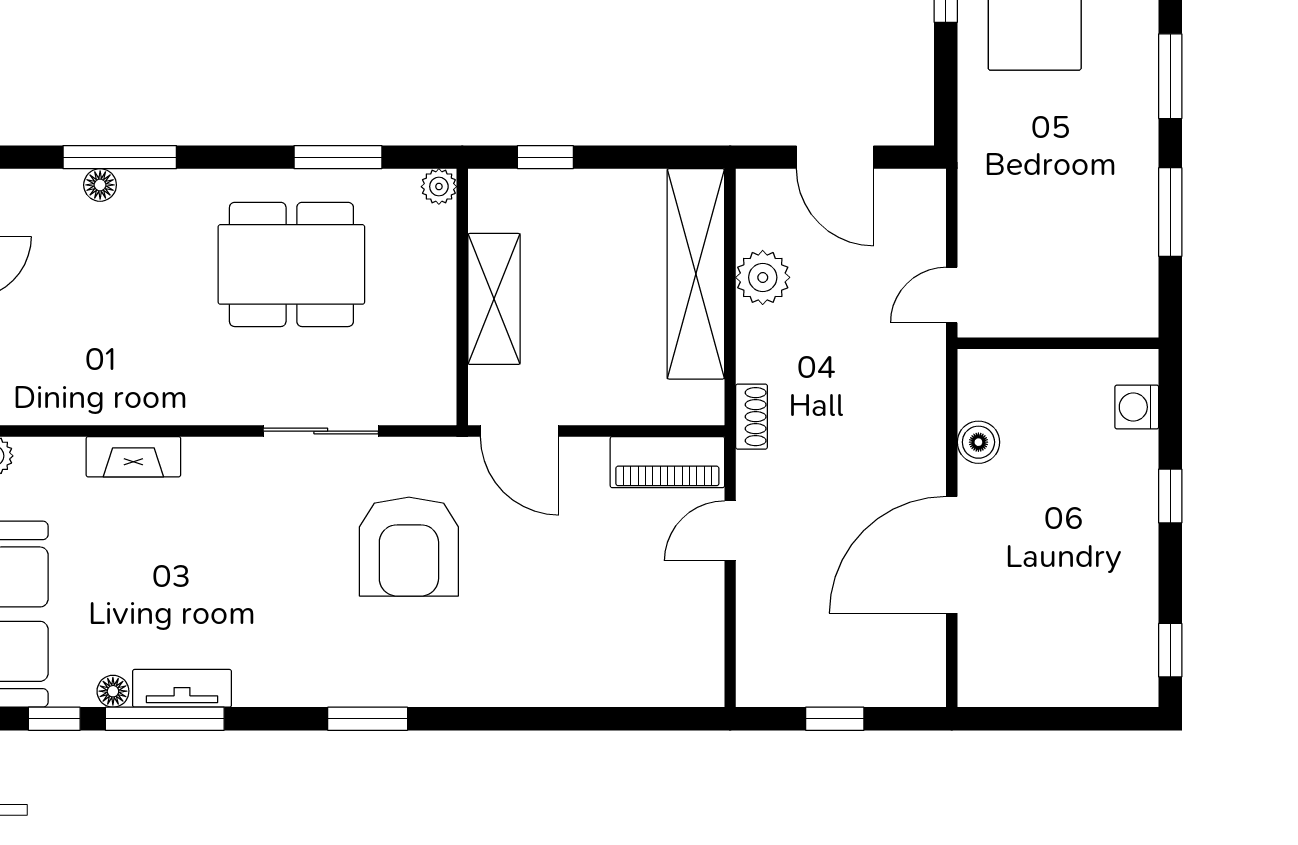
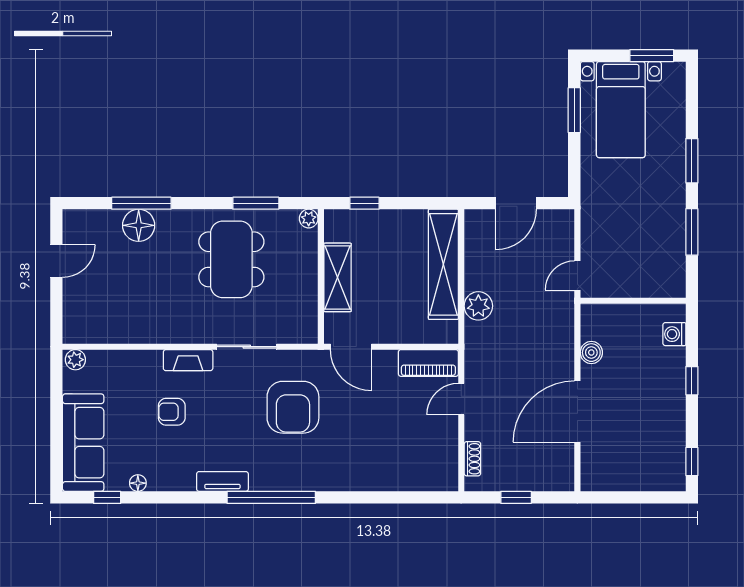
door: (835, 157) -> (516, 203), hinge flipped
floor lamp: (100, 185) -> (139, 225), width x1.89, depth x1.89
dining table: (291, 264) -> (231, 259), turned 90
plant: (763, 277) -> (478, 306), moved
shoe rack: (751, 417) -> (472, 459), moved
fireplace: (133, 457) -> (188, 360), moved
armchair: (178, 555) -> (172, 412), added
tv unit: (182, 688) -> (222, 481), moved
window: (165, 719) -> (165, 497), removed
window: (368, 719) -> (271, 497), width x2.11

